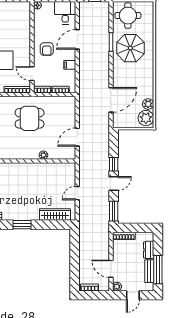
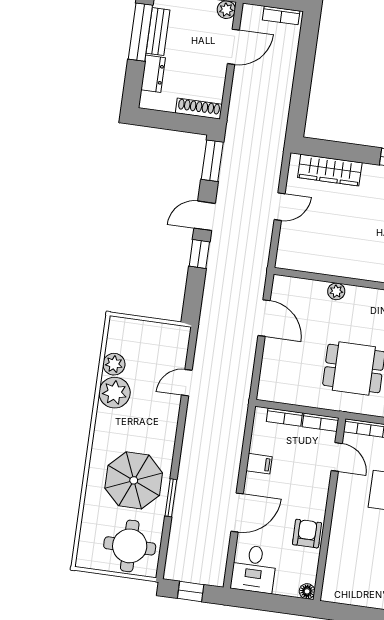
armchair: (47, 49) -> (307, 534), moved
door: (111, 100) -> (187, 383), width x0.53
plant: (146, 118) -> (115, 393), moved
door: (77, 137) -> (264, 318), hinge flipped
door: (111, 269) -> (233, 47), hinge flipped

